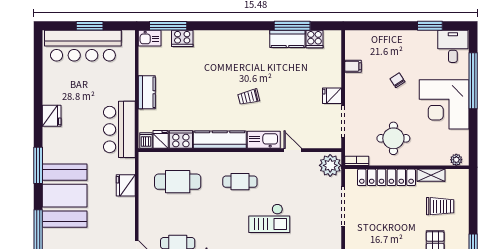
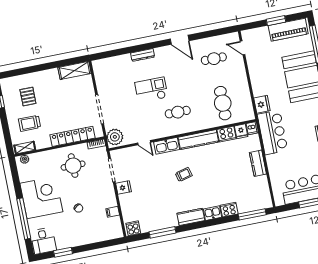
kitchen sink: (150, 38) -> (212, 213), moved
cooker: (182, 38) -> (229, 210), moved
kitchen counter: (287, 39) -> (191, 217), moved
cooker: (314, 39) -> (133, 228), moved
shelving: (431, 175) -> (25, 148), moved
cafe table: (178, 182) -> (223, 103), turned 90
fridge: (126, 185) -> (262, 104), moved

